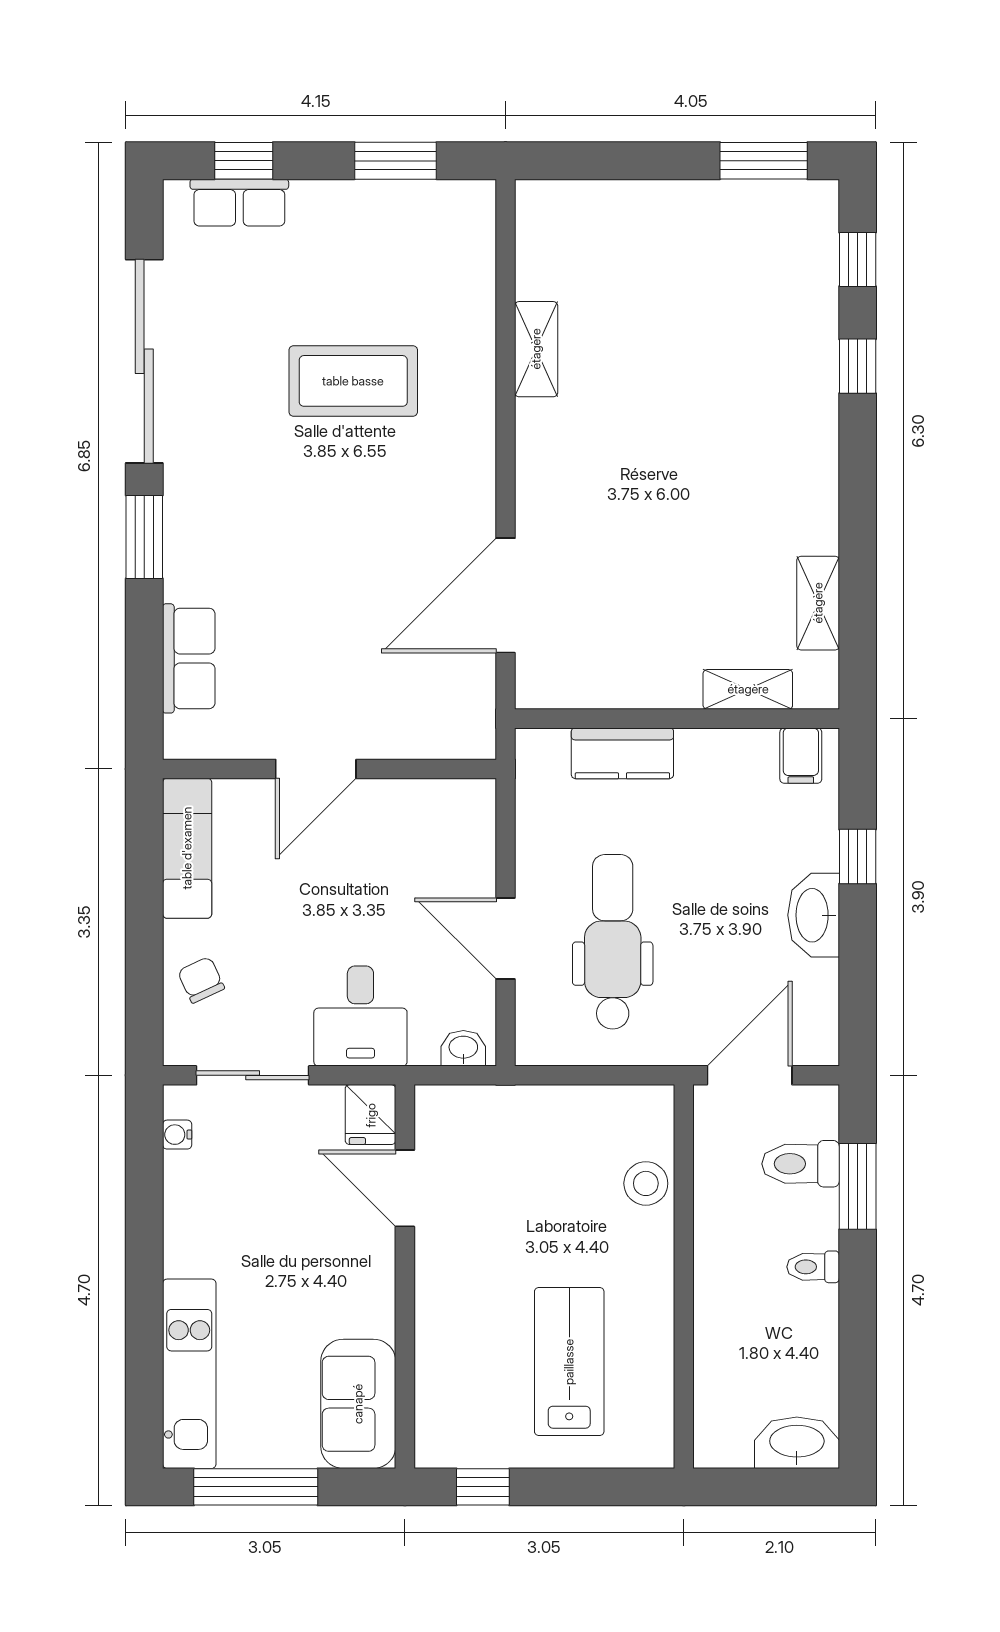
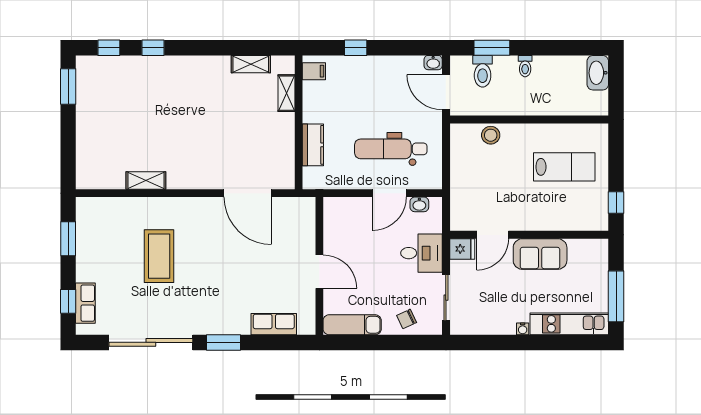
washbasin: (814, 915) -> (433, 63), moved, width x0.52, depth x0.69
washbasin: (463, 1048) -> (419, 204), moved, turned -90
water cooler: (177, 1135) -> (523, 329), moved
lab bench: (569, 1362) -> (564, 167), turned 180
sofa: (358, 1404) -> (540, 254), moved

